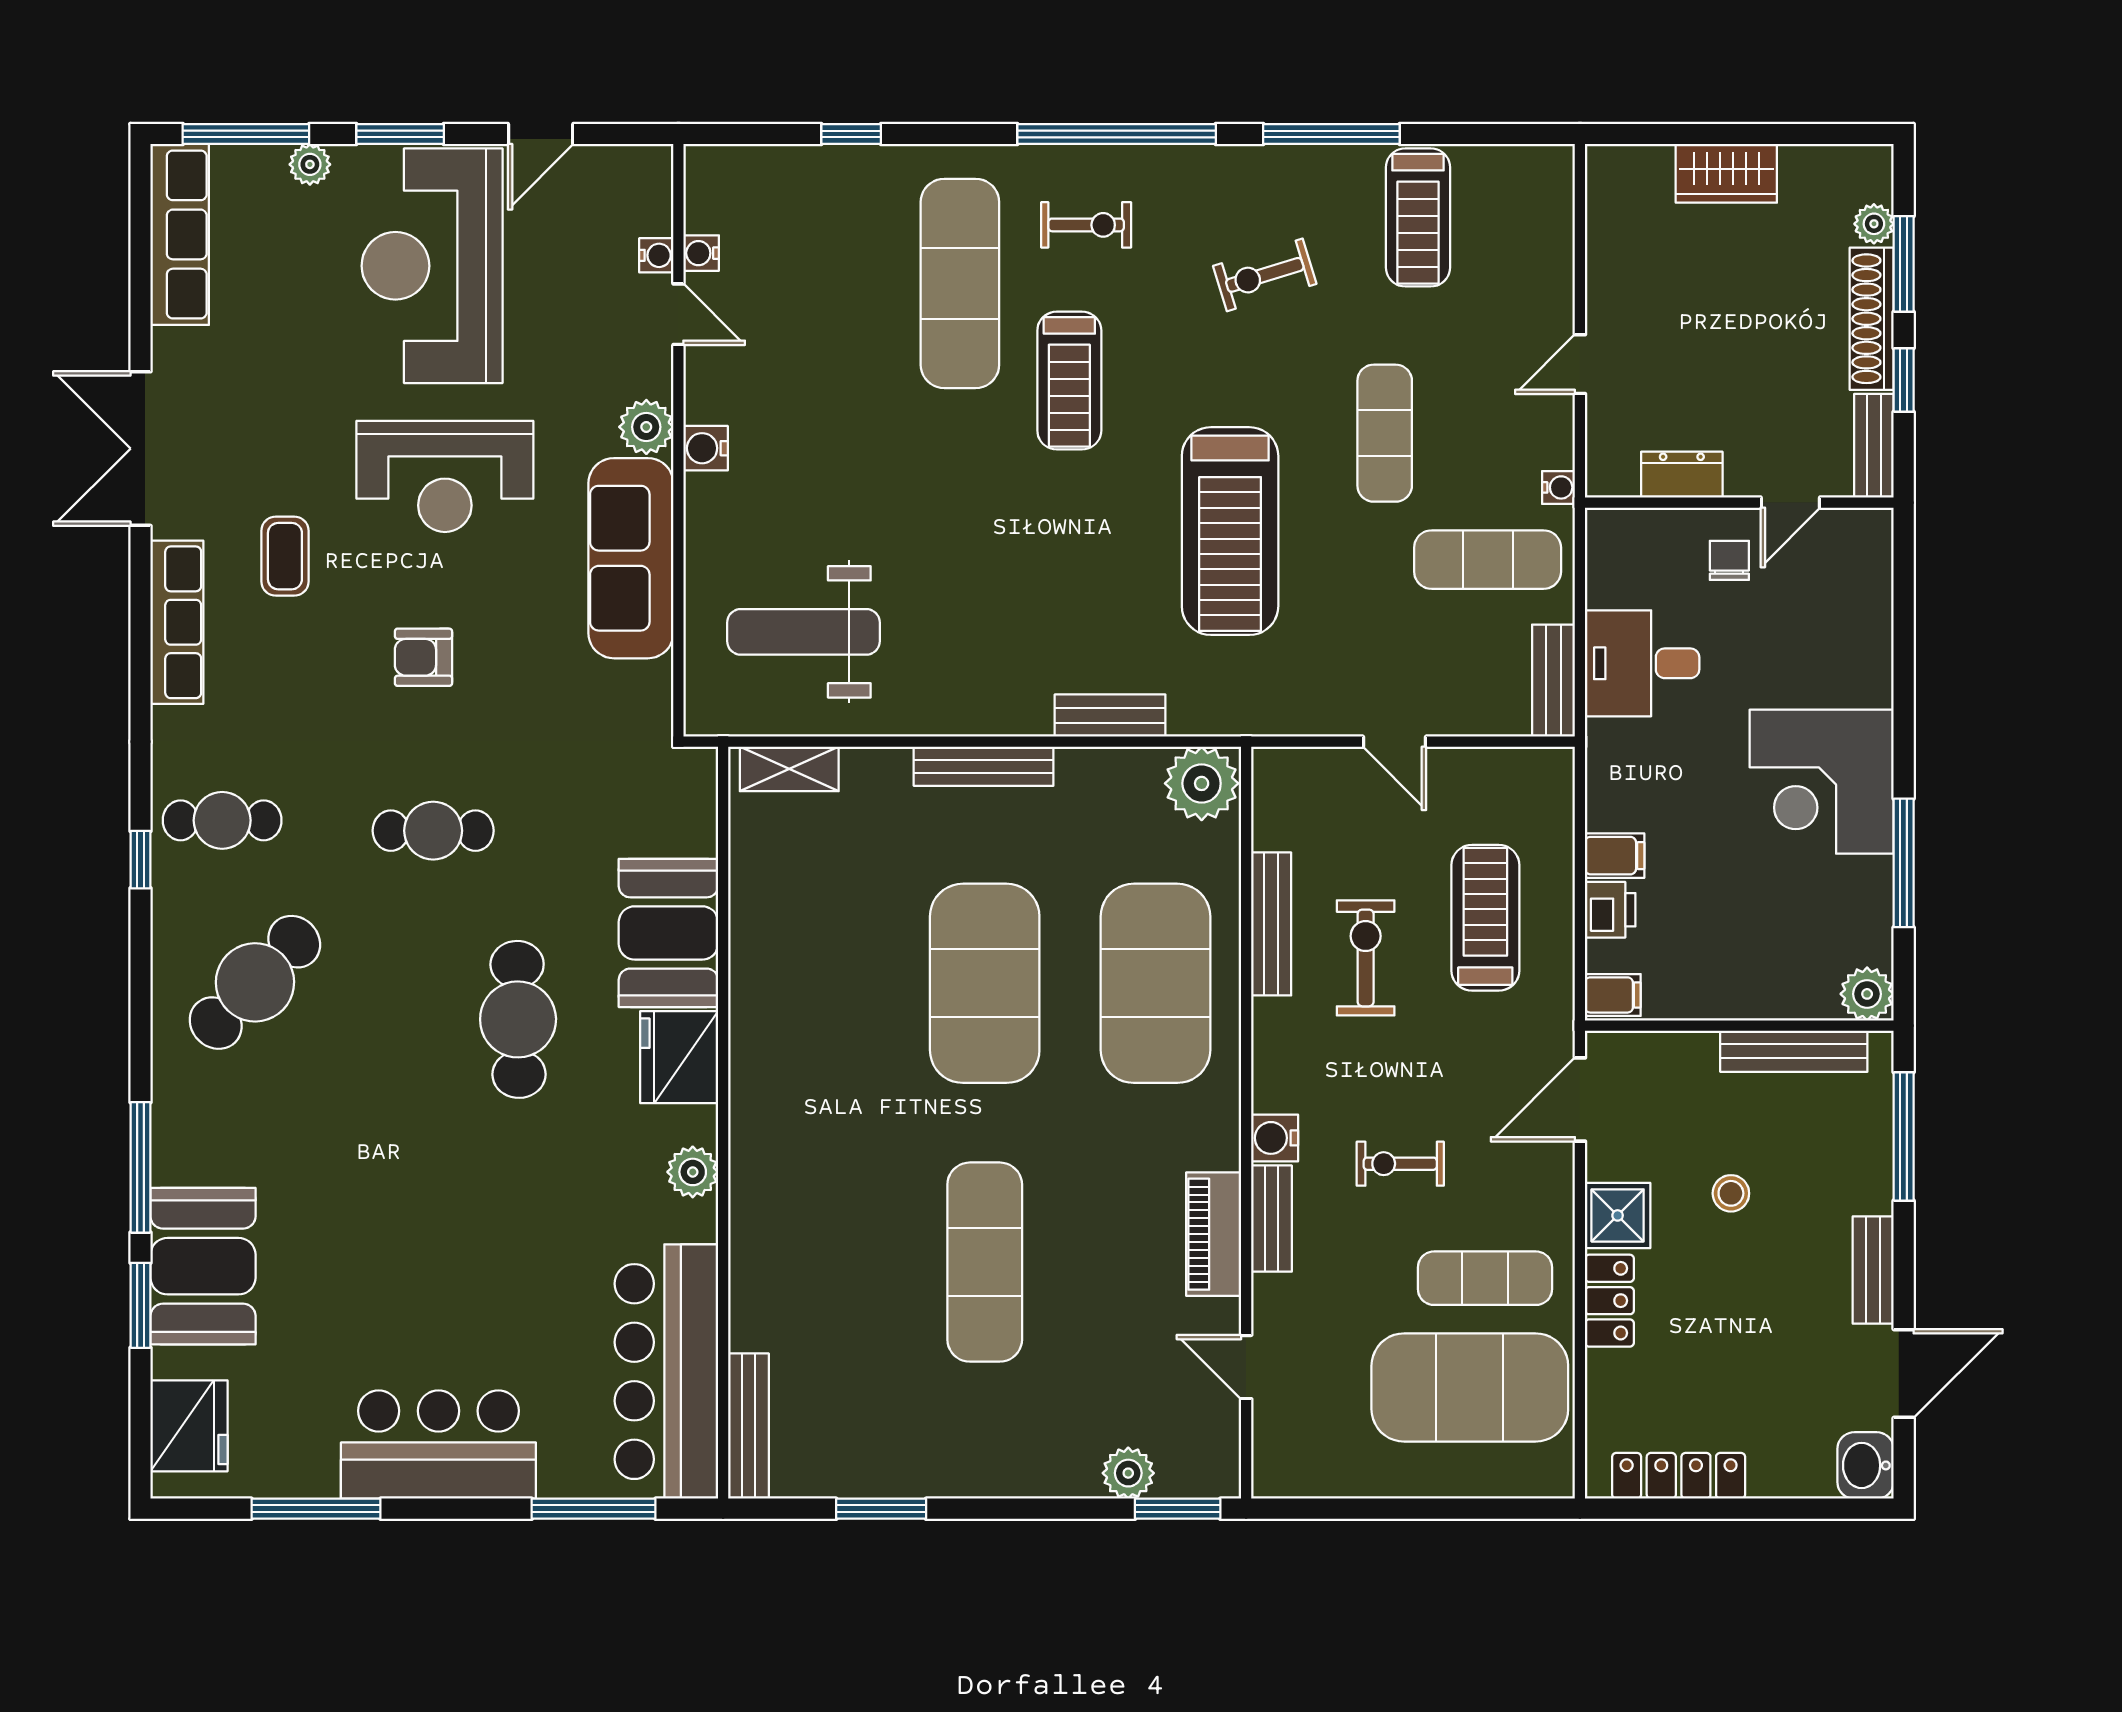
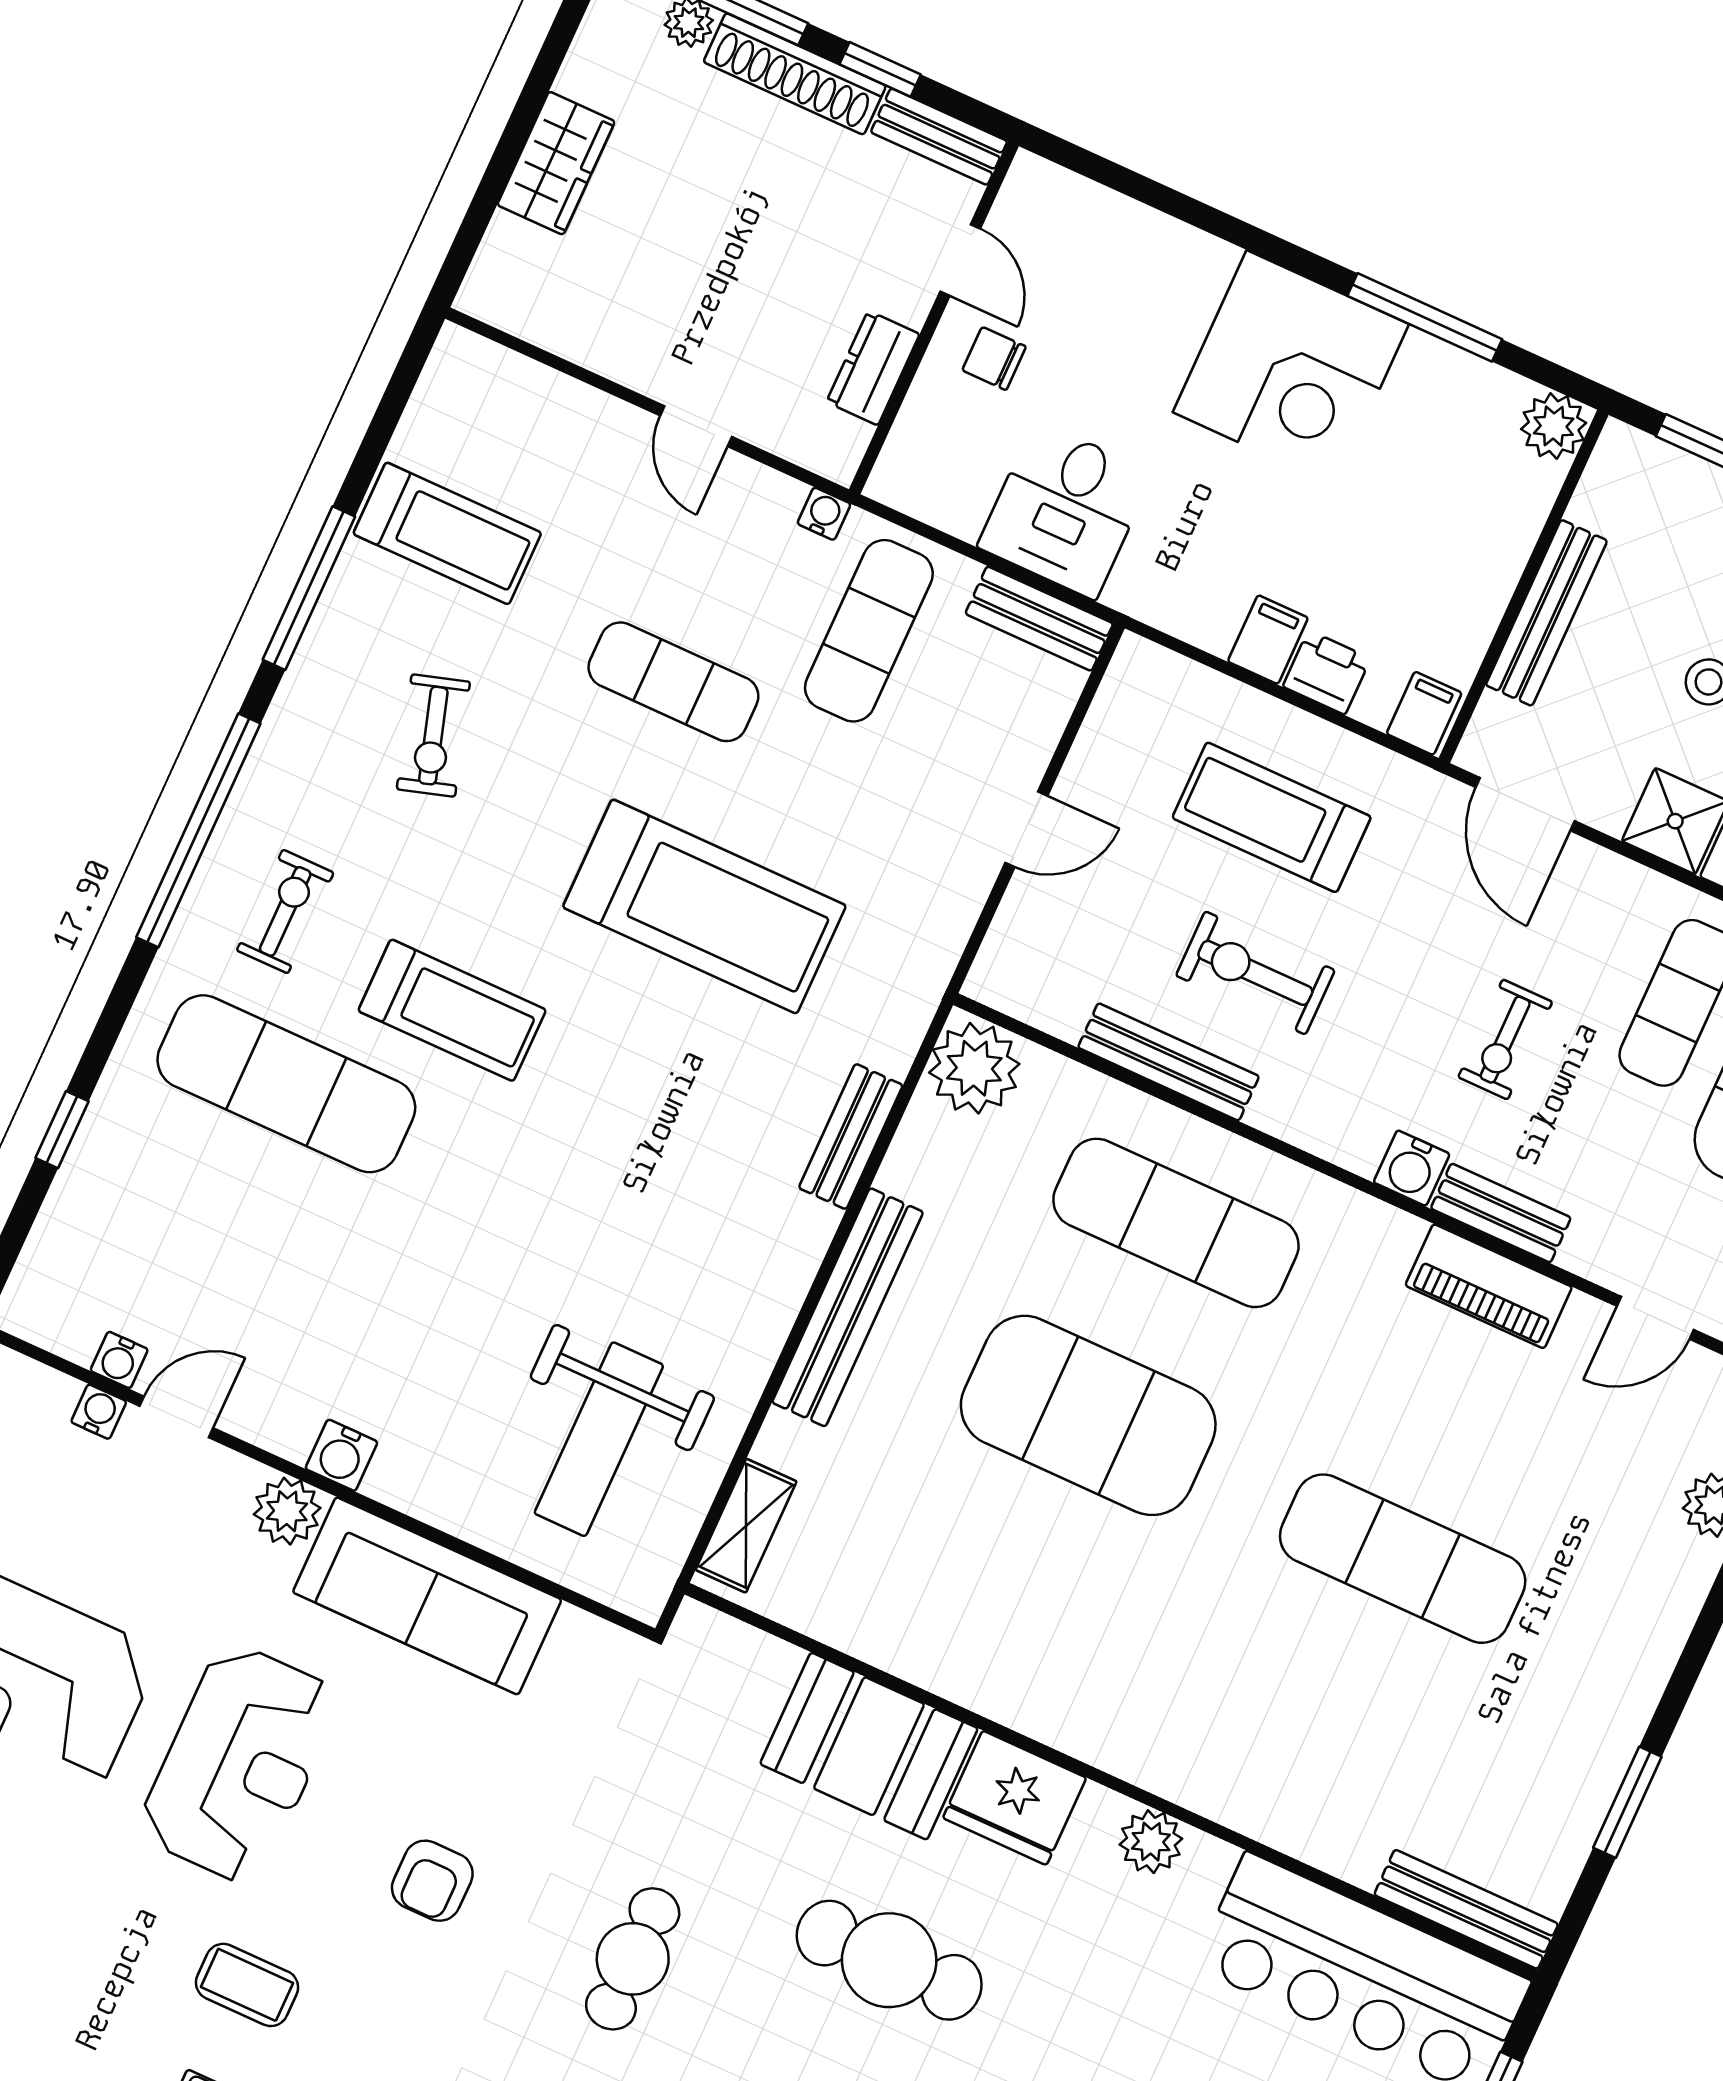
bench: (984, 766) -> (848, 1307), width x1.37, depth x1.21
exercise mat: (1155, 983) -> (1176, 1223), width x0.68
bench: (1794, 1051) -> (1546, 613), moved

